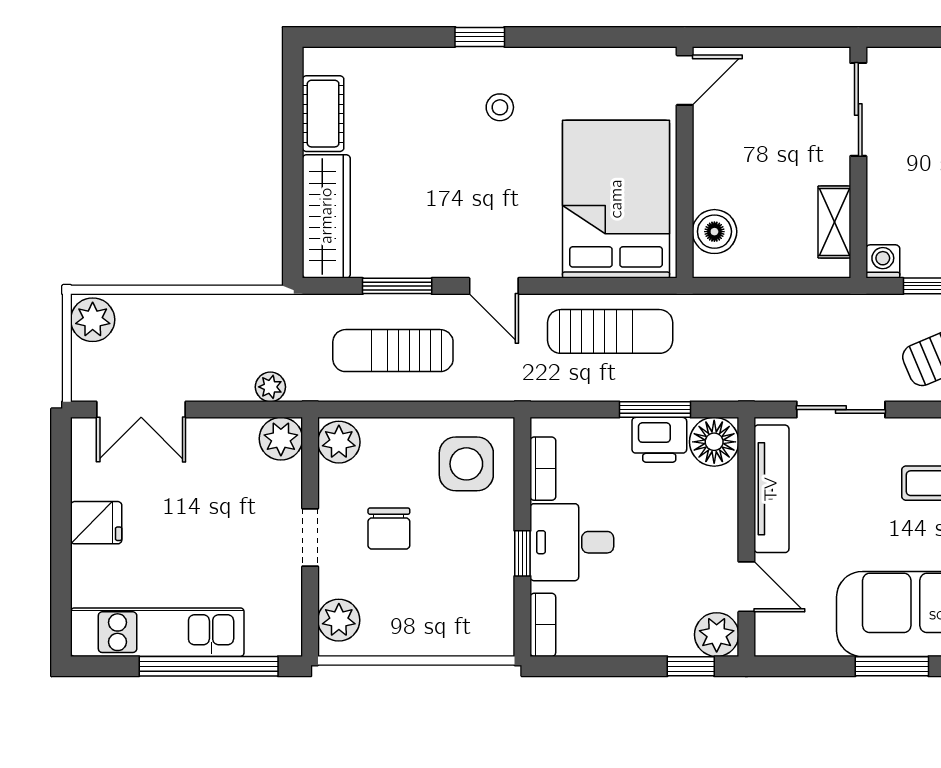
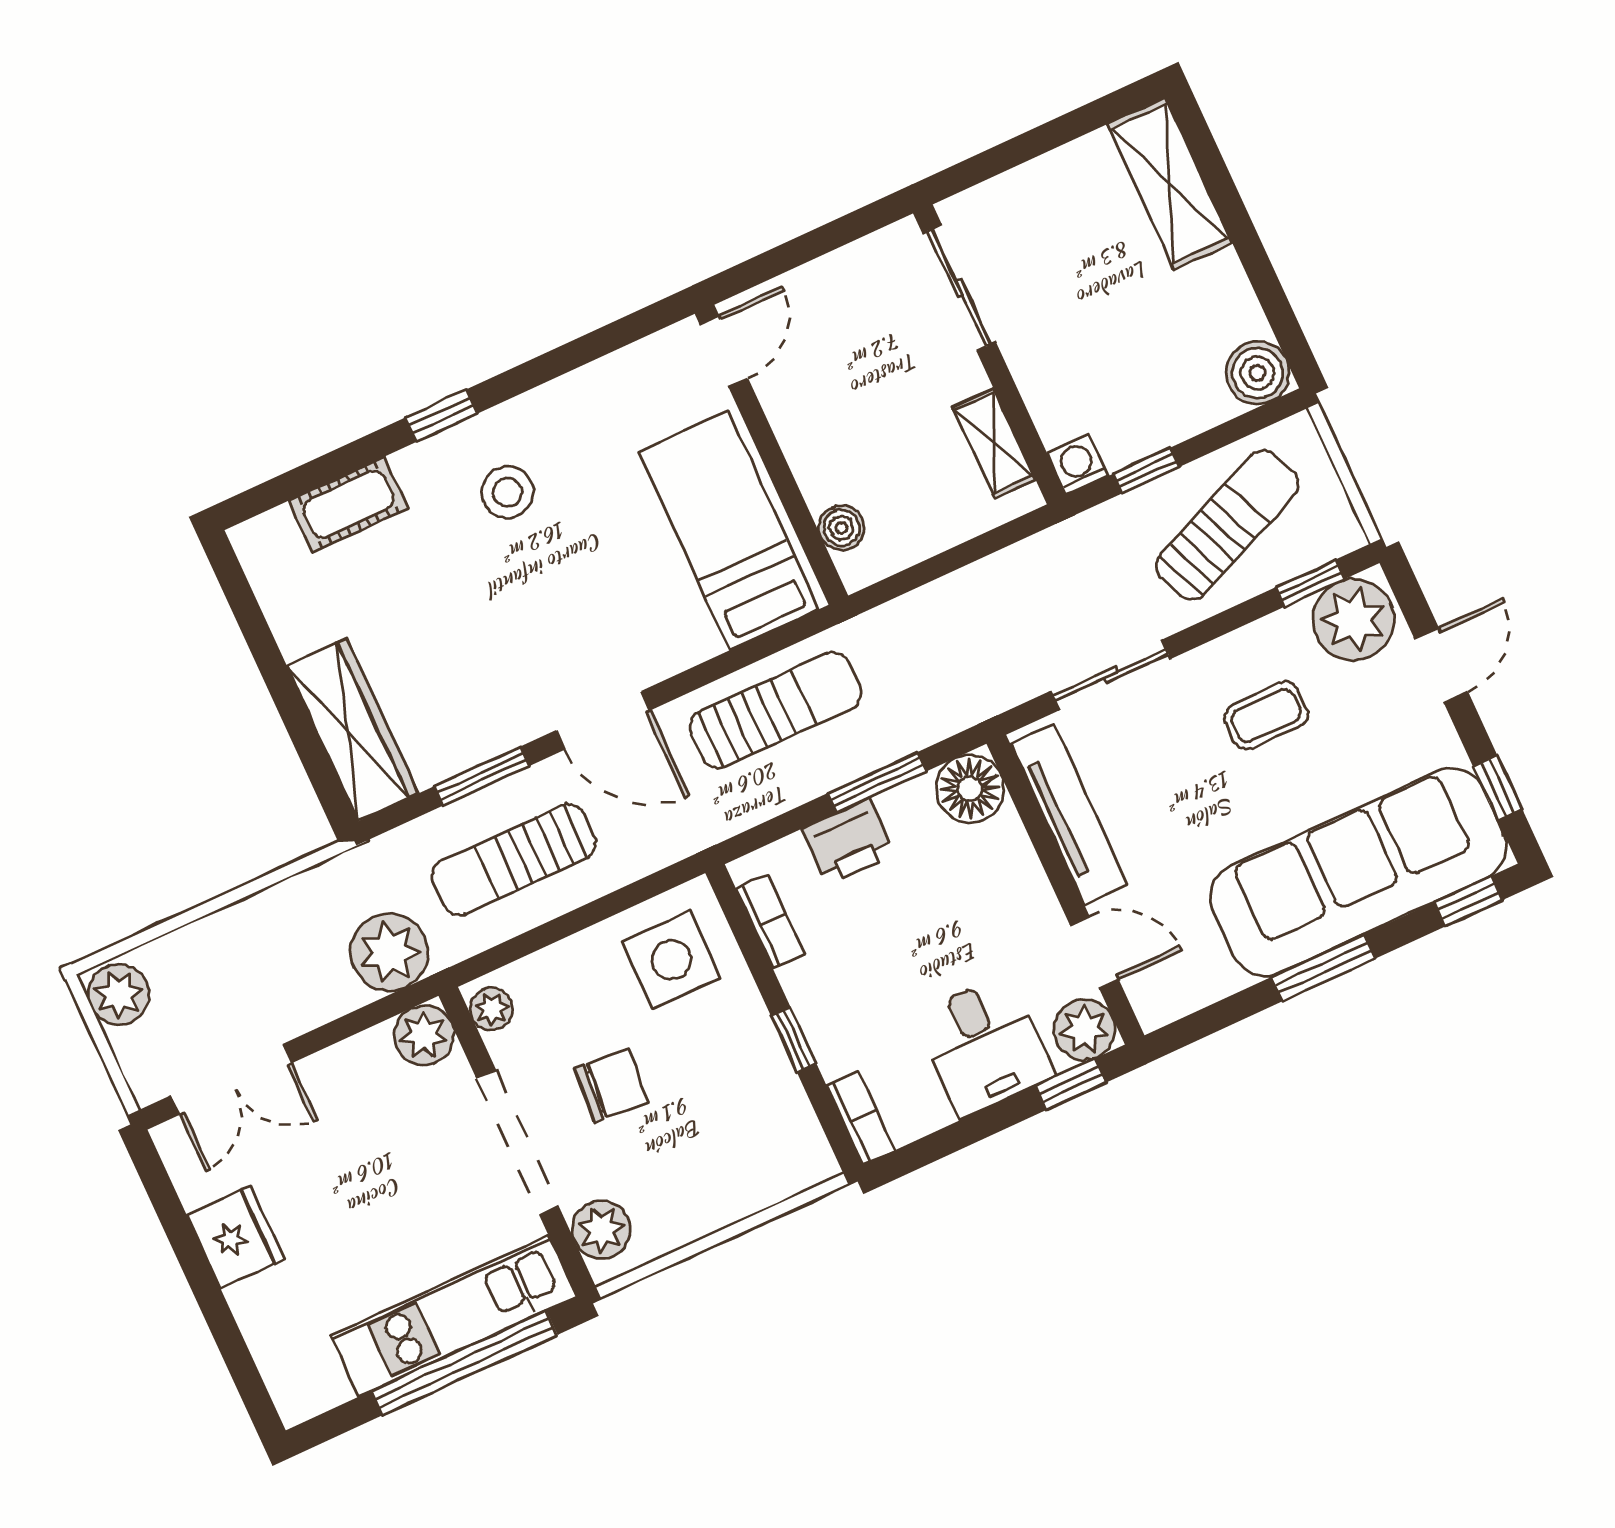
stool: (500, 107) -> (507, 492), width x1.37, depth x1.37
cot: (323, 114) -> (349, 504), moved, turned 90
bed: (616, 199) -> (729, 530), width x0.67
boiler: (714, 232) -> (842, 528), width x0.73, depth x0.73
door: (494, 286) -> (603, 720), width x1.38
plant: (270, 387) -> (390, 952), width x1.87, depth x1.87
printer: (659, 440) -> (848, 842), moved
plant: (339, 442) -> (491, 1009), width x0.73, depth x0.73
fridge: (96, 523) -> (236, 1237), width x1.38
chair: (389, 529) -> (611, 1086), turned -85
doorway: (310, 538) -> (518, 1142), width x1.88
desk: (572, 542) -> (984, 1046), moved, turned -90
kitchen unit: (157, 632) -> (454, 1316), moved

